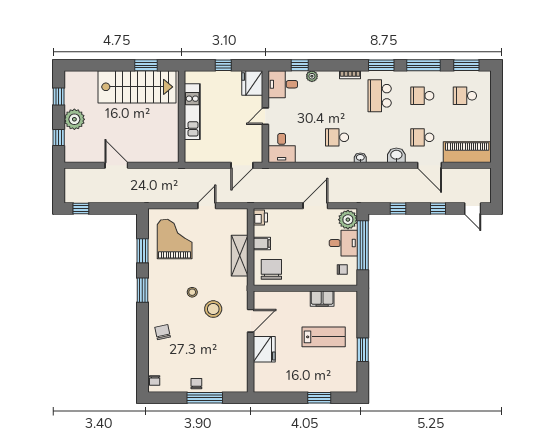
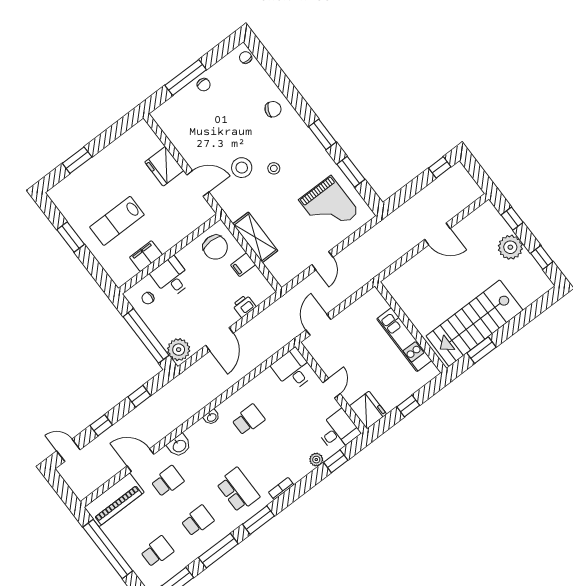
window: (497, 123) -> (108, 549), added
printer: (260, 217) -> (244, 306), moved, turned 90
desk: (343, 243) -> (171, 277), moved, turned 90
door: (251, 321) -> (198, 183), swing flipped
chair: (163, 332) -> (273, 109), turned -53

